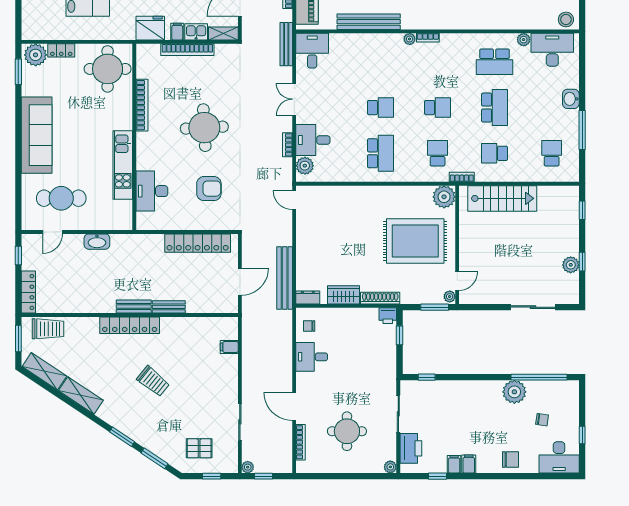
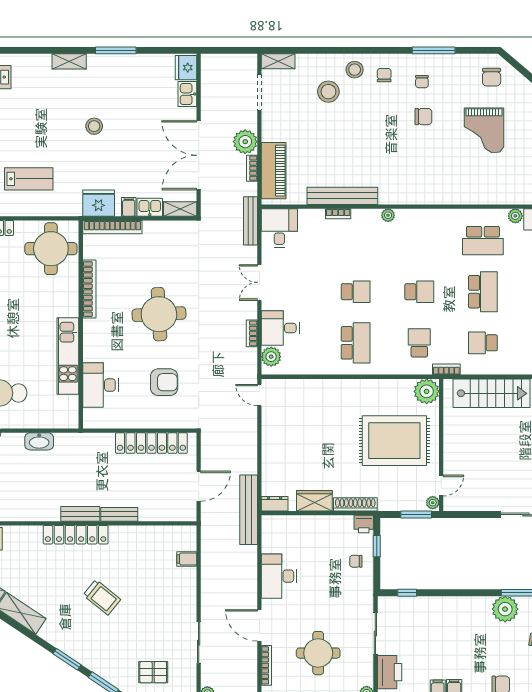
bookcase: (428, 38) -> (338, 214), moved
bookcase: (187, 50) -> (112, 227), moved
bench: (285, 278) -> (249, 510), moved
chair: (309, 326) -> (356, 561), moved
desk: (312, 357) -> (279, 576), width x1.37

